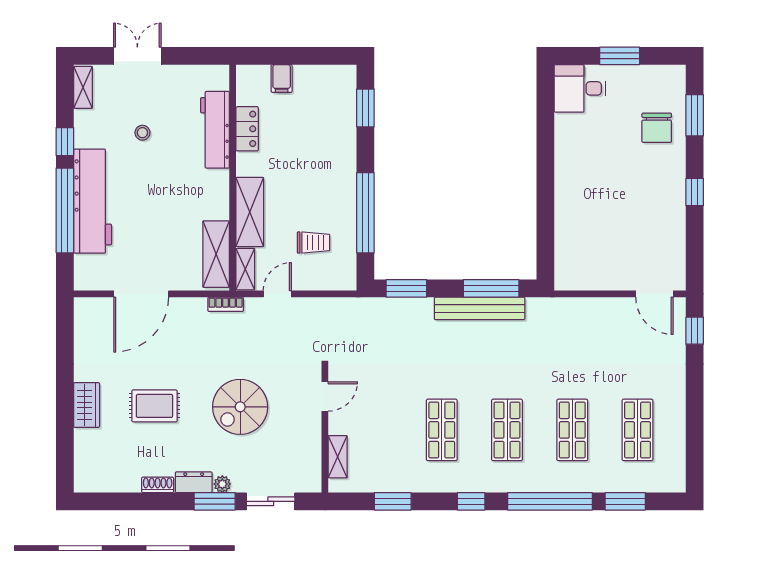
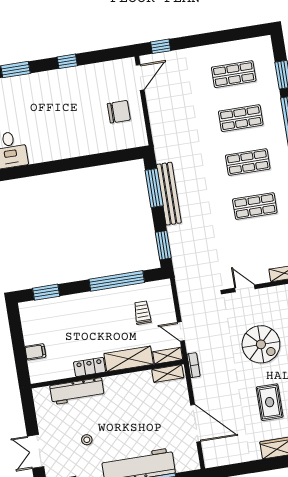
chair: (657, 128) -> (119, 112), moved
locker: (247, 129) -> (90, 367), moved
shelving: (216, 254) -> (168, 374), width x0.67, depth x0.75

